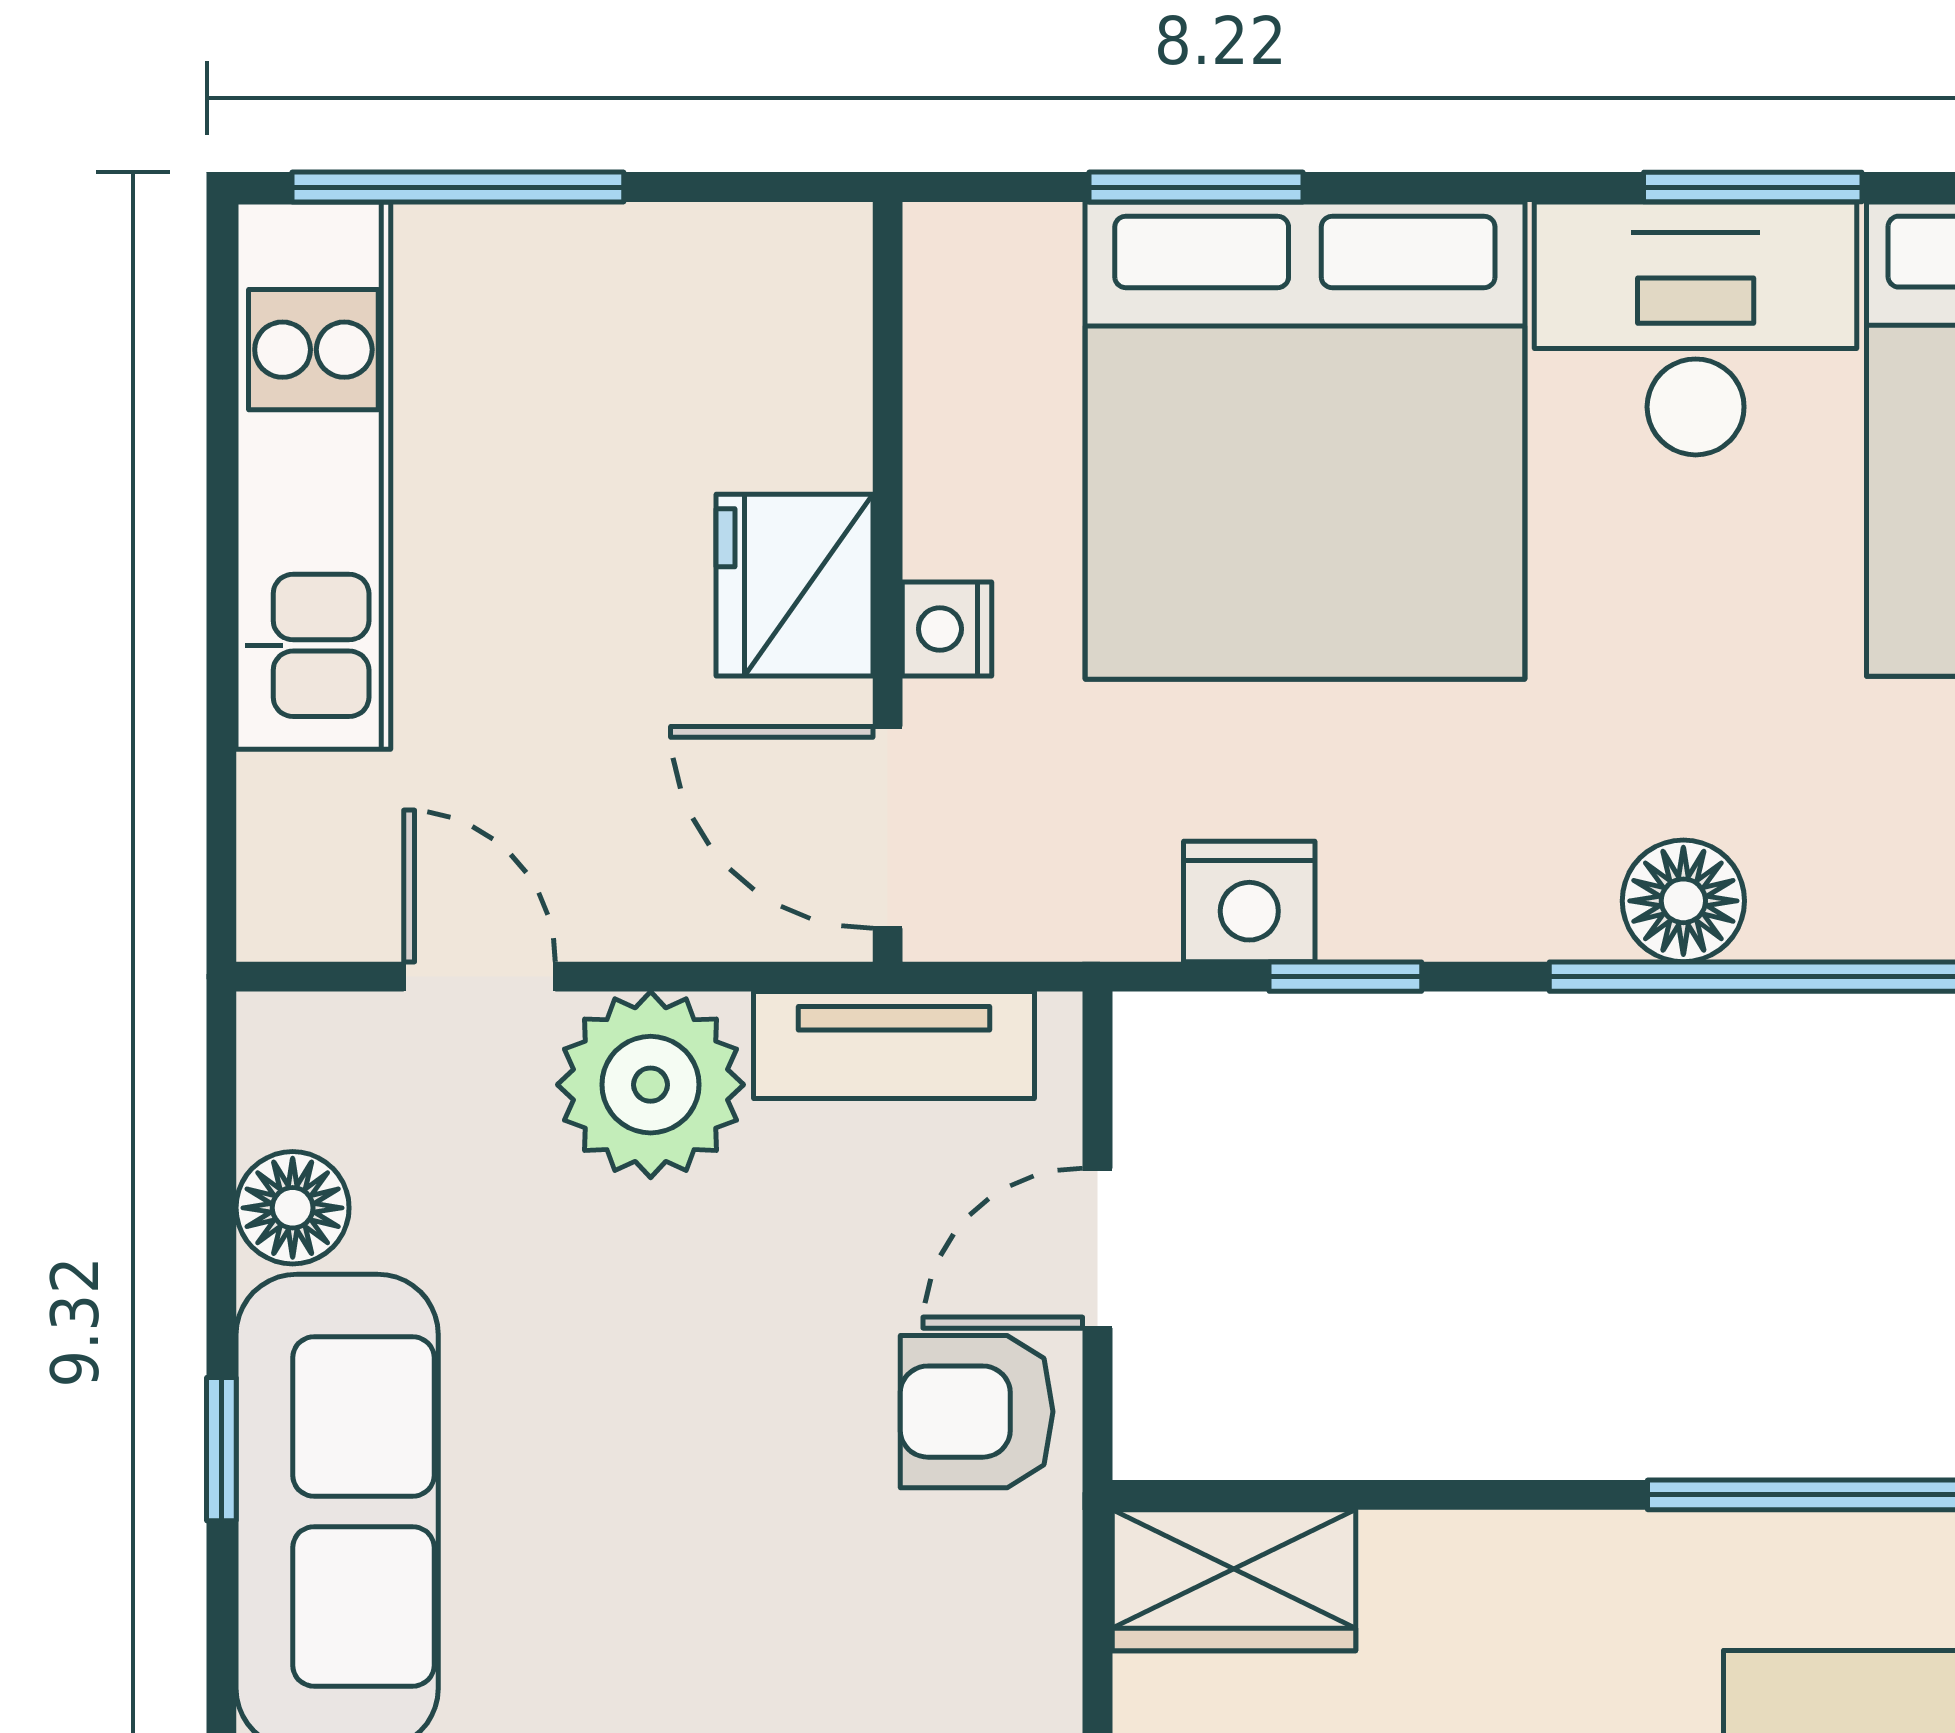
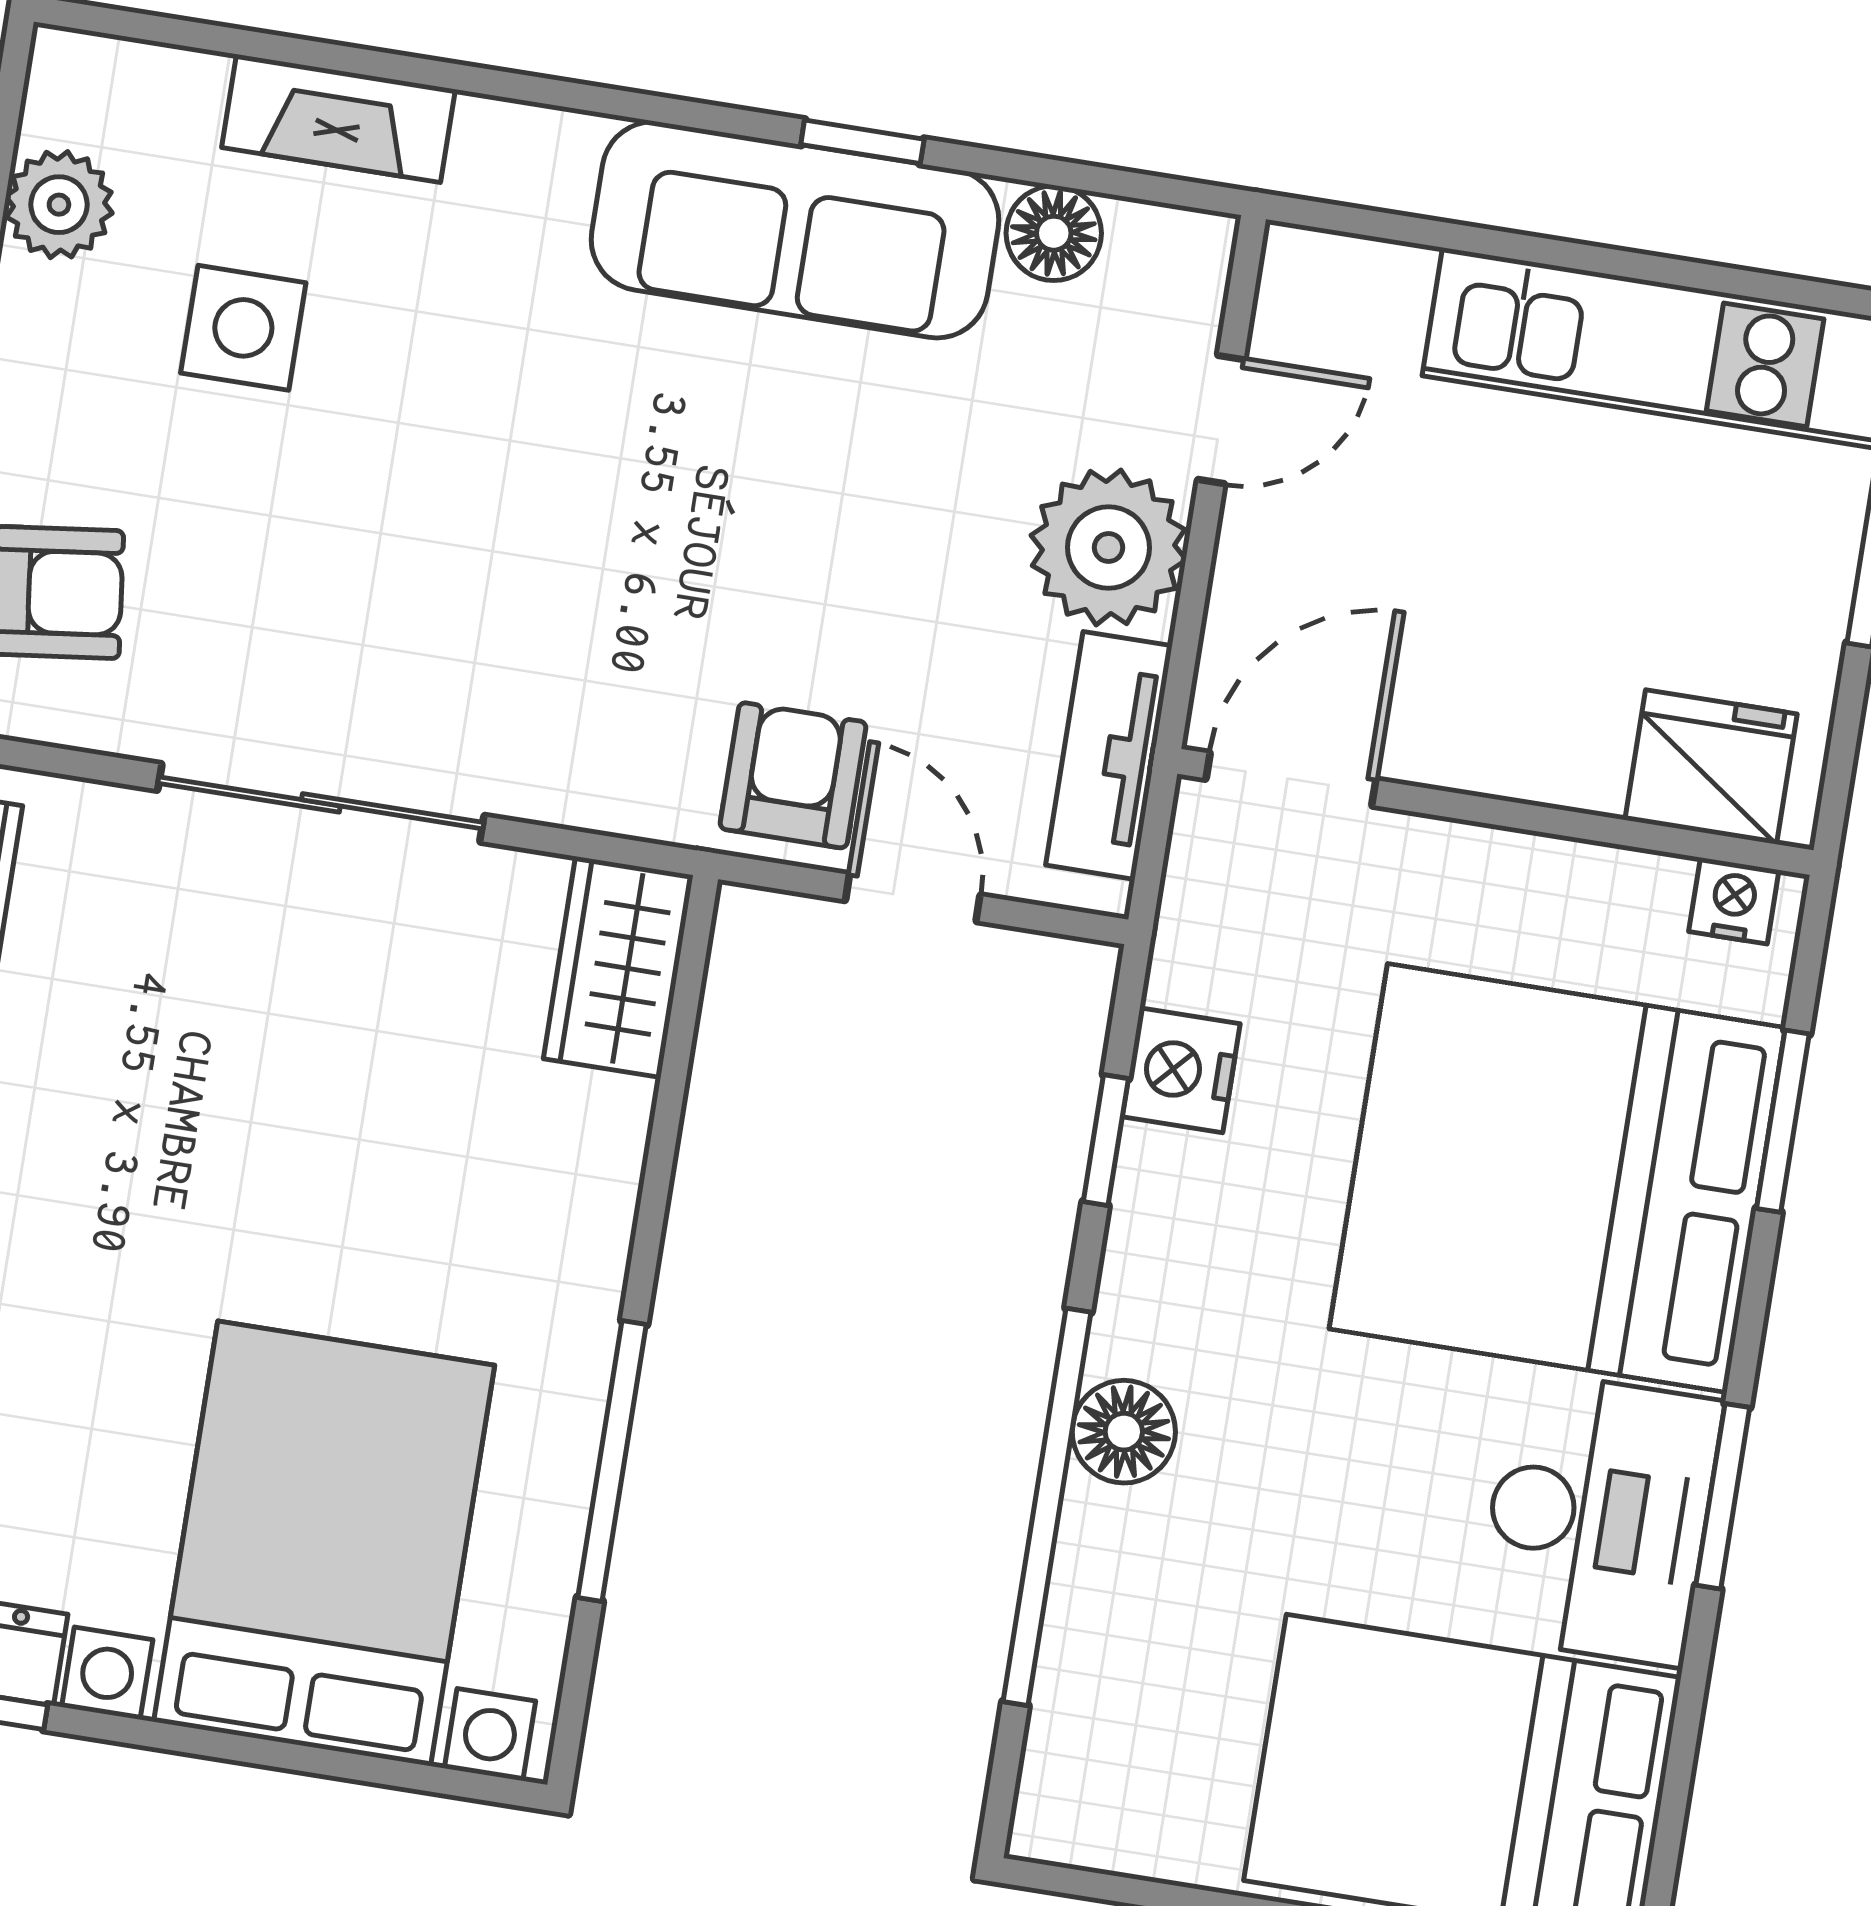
window: (1753, 187) -> (1723, 1496), moved
fridge: (795, 585) -> (1711, 767), moved
nightstand: (947, 629) -> (1734, 901), moved

